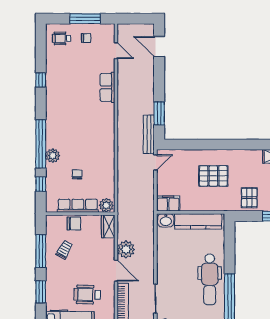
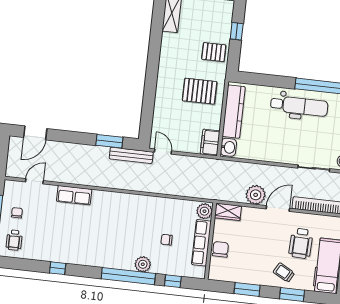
pallet: (213, 176) -> (200, 91), moved, turned 90
trolley: (64, 250) -> (284, 273), moved
window: (41, 251) -> (247, 289), width x0.69

